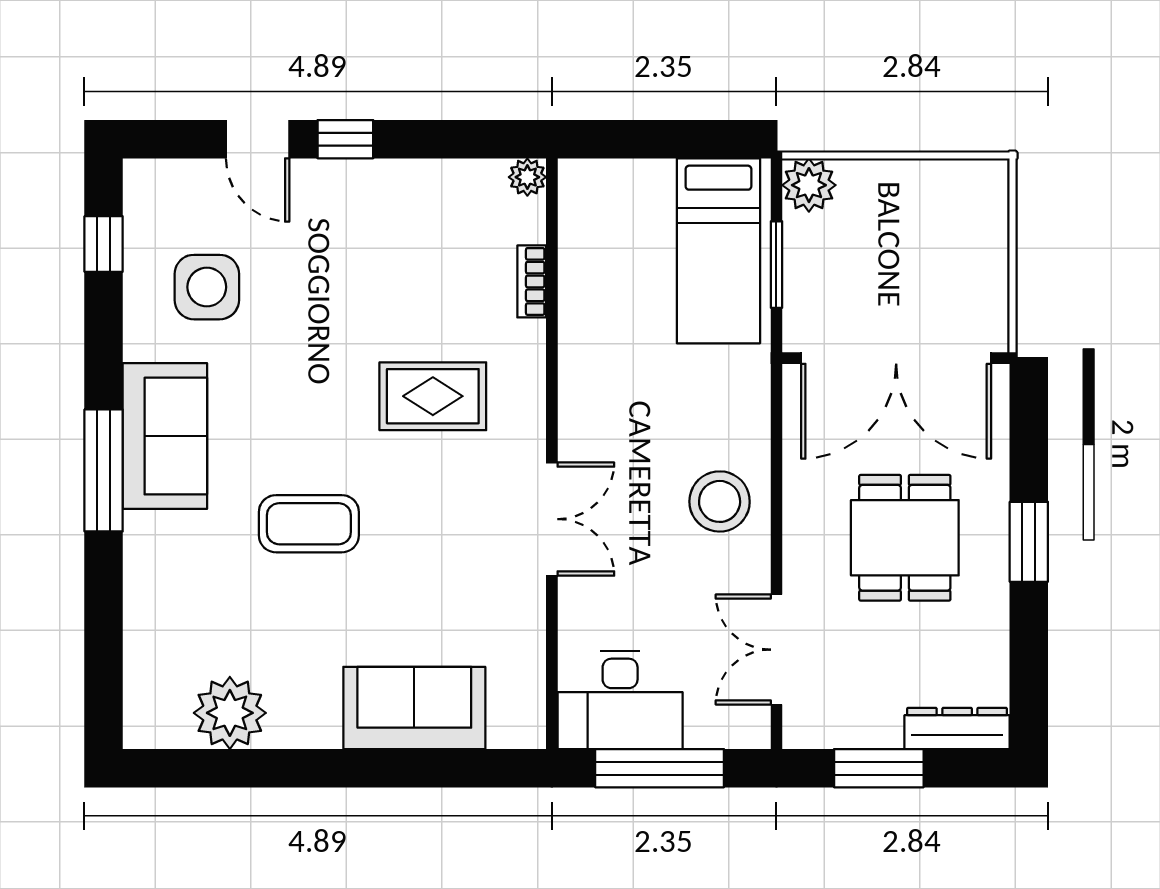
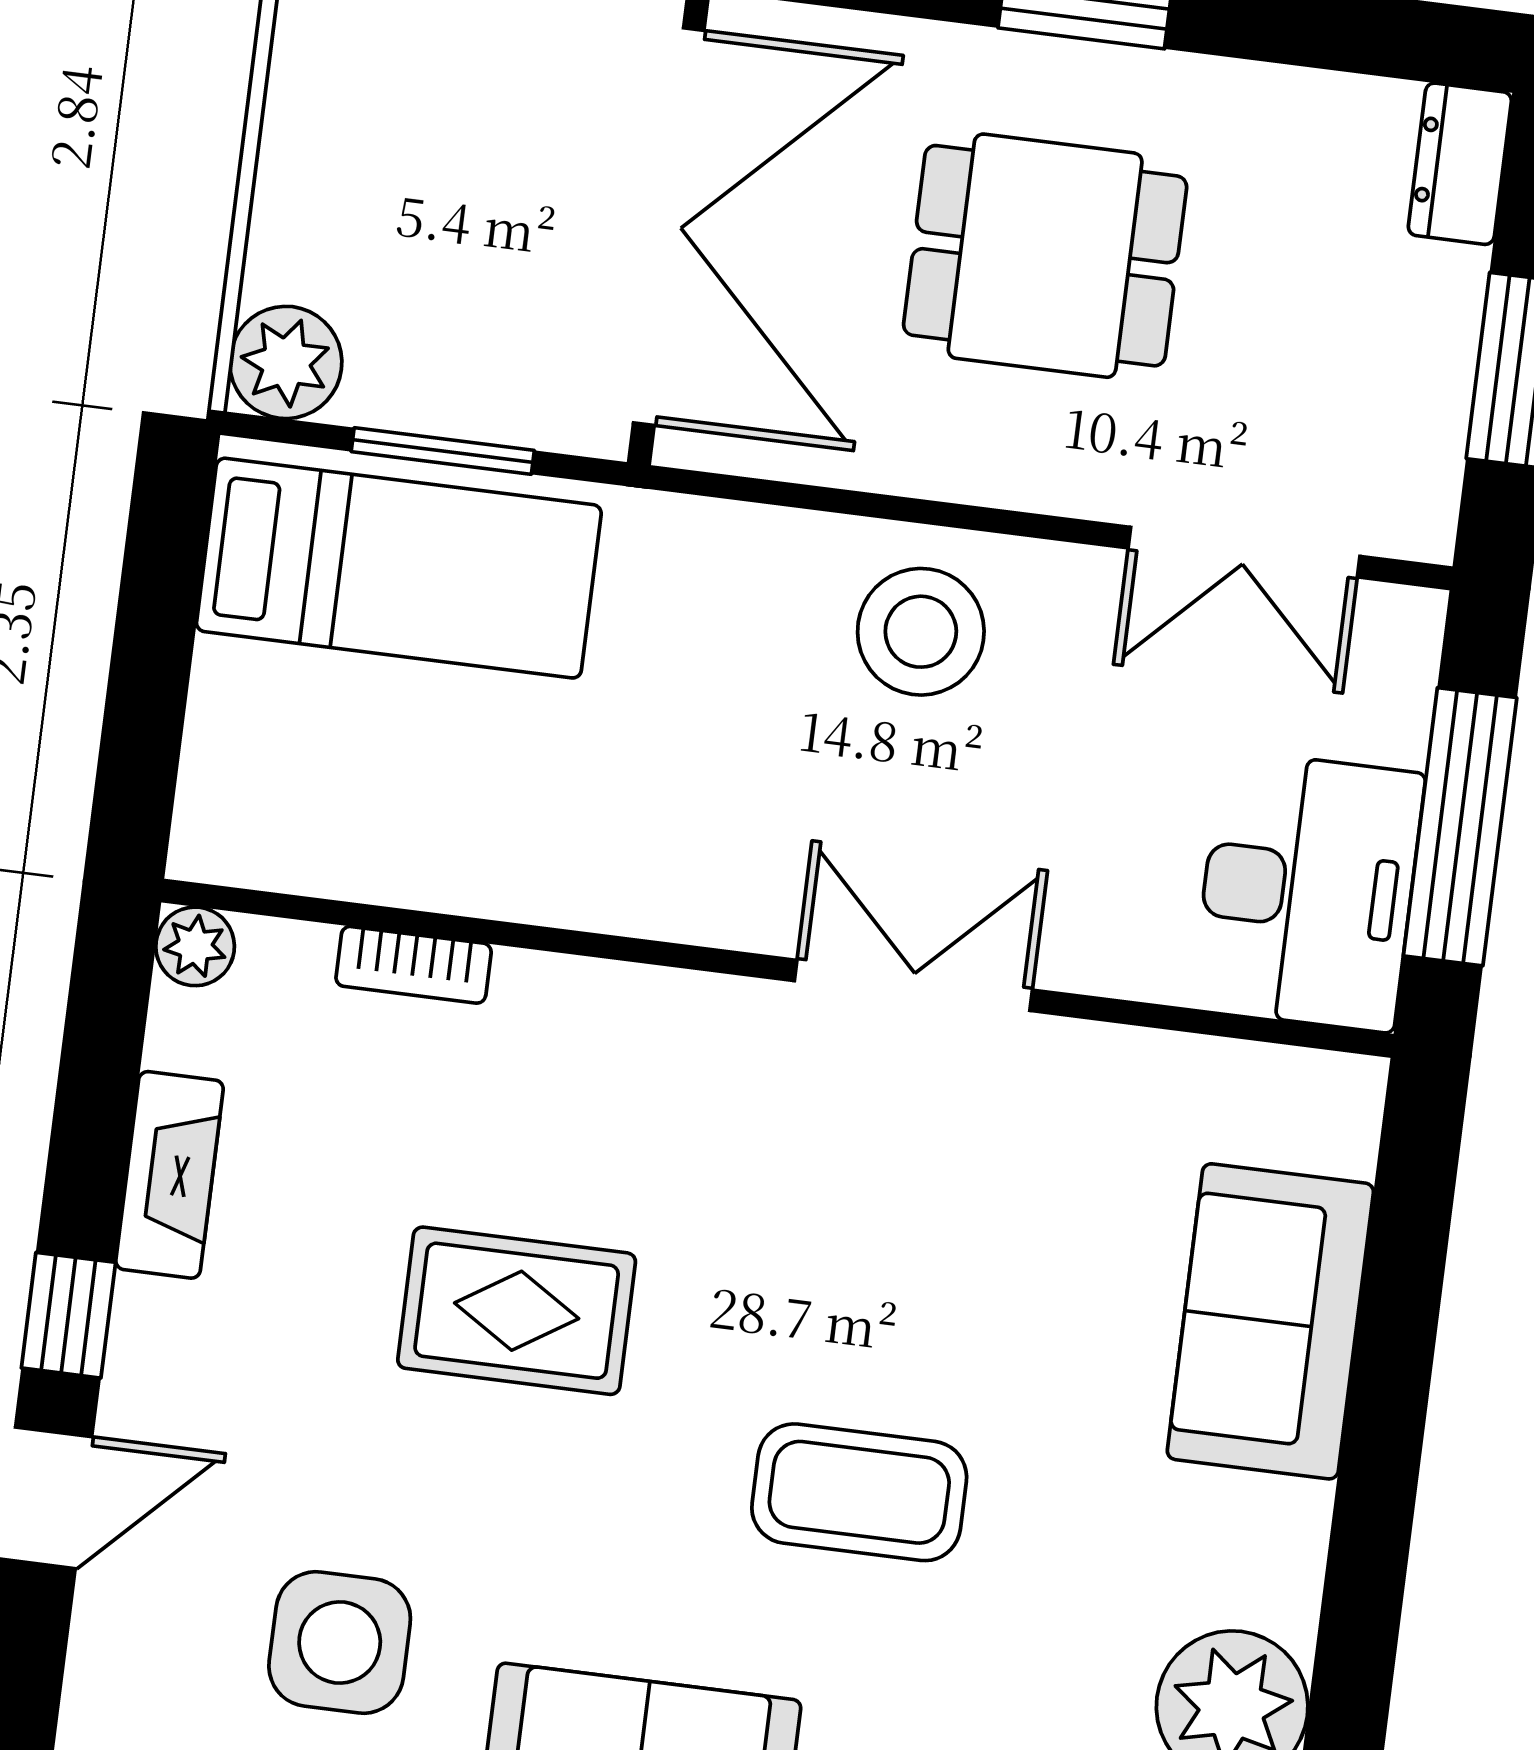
fireplace: (418, 179) -> (170, 1175), added
rug: (433, 396) -> (517, 1311), moved, turned 90
coffee table: (309, 524) -> (859, 1492), turned 90
dresser: (957, 728) -> (1460, 164), width x0.70

